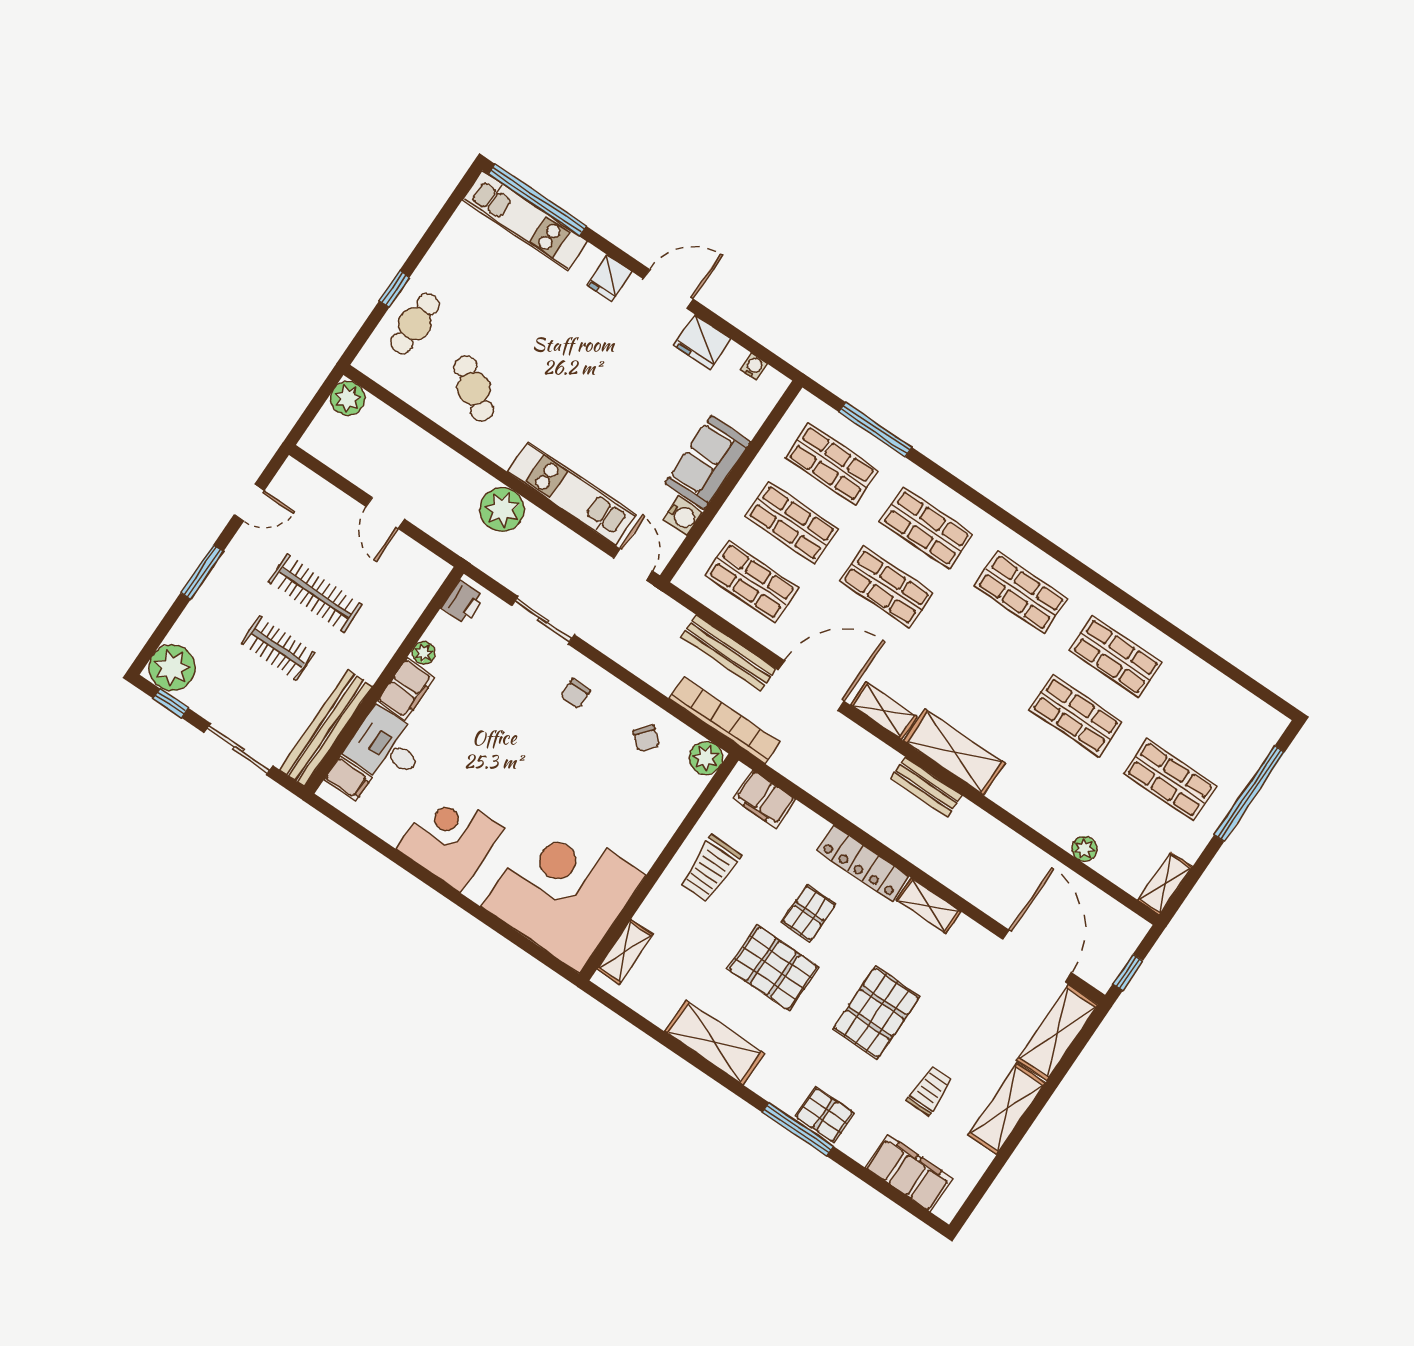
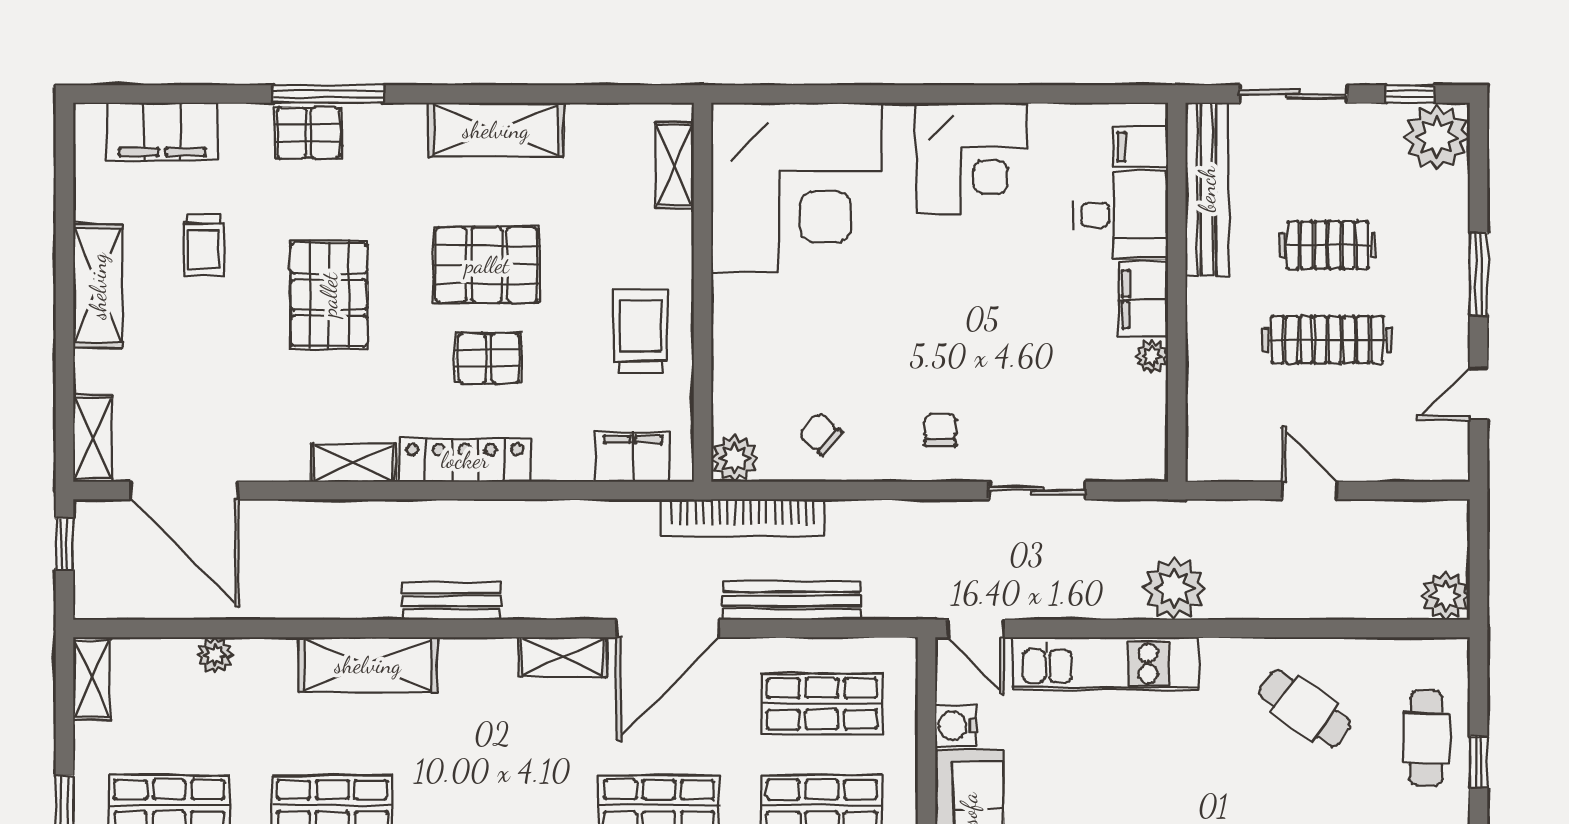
printer: (463, 602) -> (1146, 448), removed
shelving: (954, 752) -> (368, 665), moved
pallet: (809, 913) -> (489, 358), turned 90
shelving: (1057, 1033) -> (93, 438), width x0.67, depth x0.75

